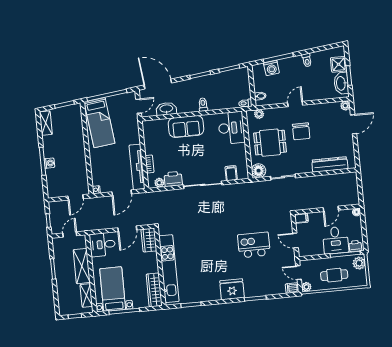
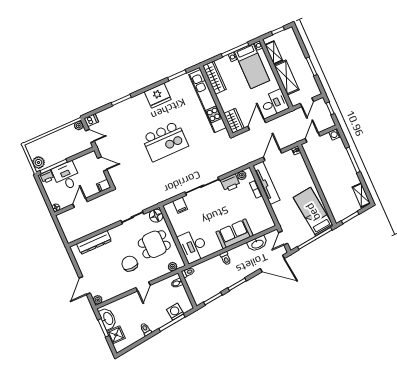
washing machine: (49, 163) -> (335, 134), moved
kitchen island: (254, 245) -> (165, 141), moved, width x1.37, depth x1.28
cafe table: (334, 275) -> (57, 144), removed
fridge: (232, 289) -> (158, 96), moved

